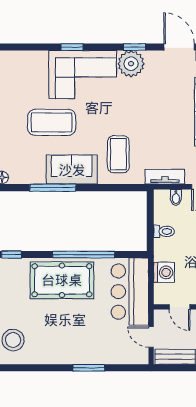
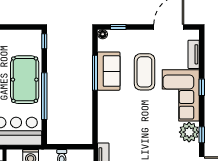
tv unit: (29, 58) -> (194, 54), added
coffee table: (118, 154) -> (120, 122), removed
sofa: (72, 170) -> (109, 71), moved

